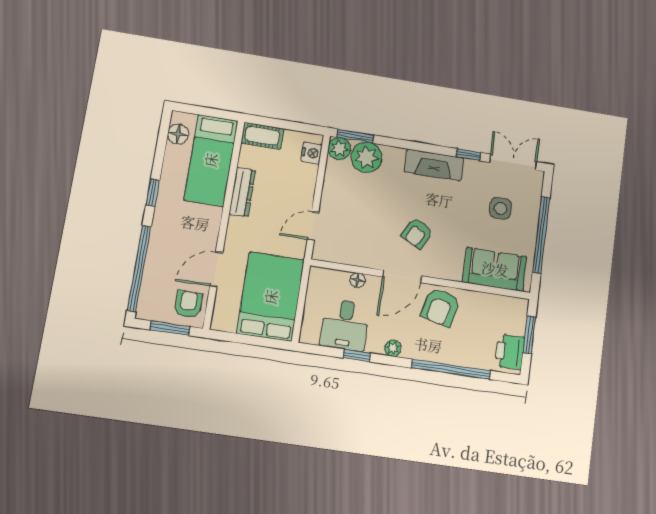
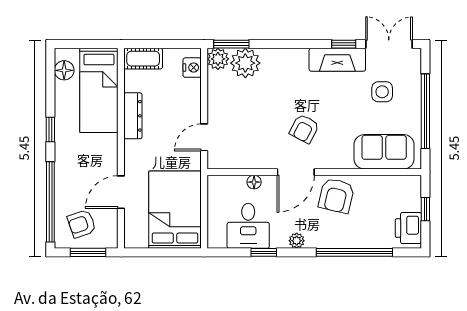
fireplace: (434, 165) -> (337, 60), moved
armchair: (188, 304) -> (82, 224), moved, turned -109
window: (529, 335) -> (425, 209), width x0.67

